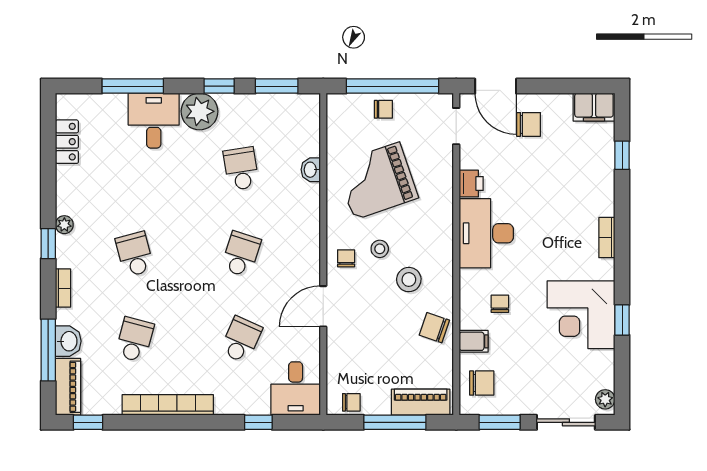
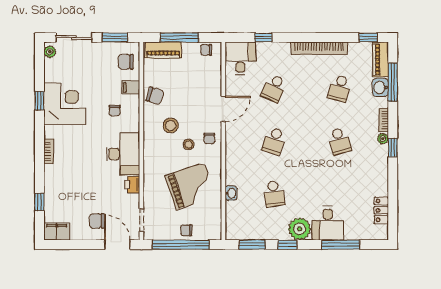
plant: (64, 225) -> (383, 139), moved

